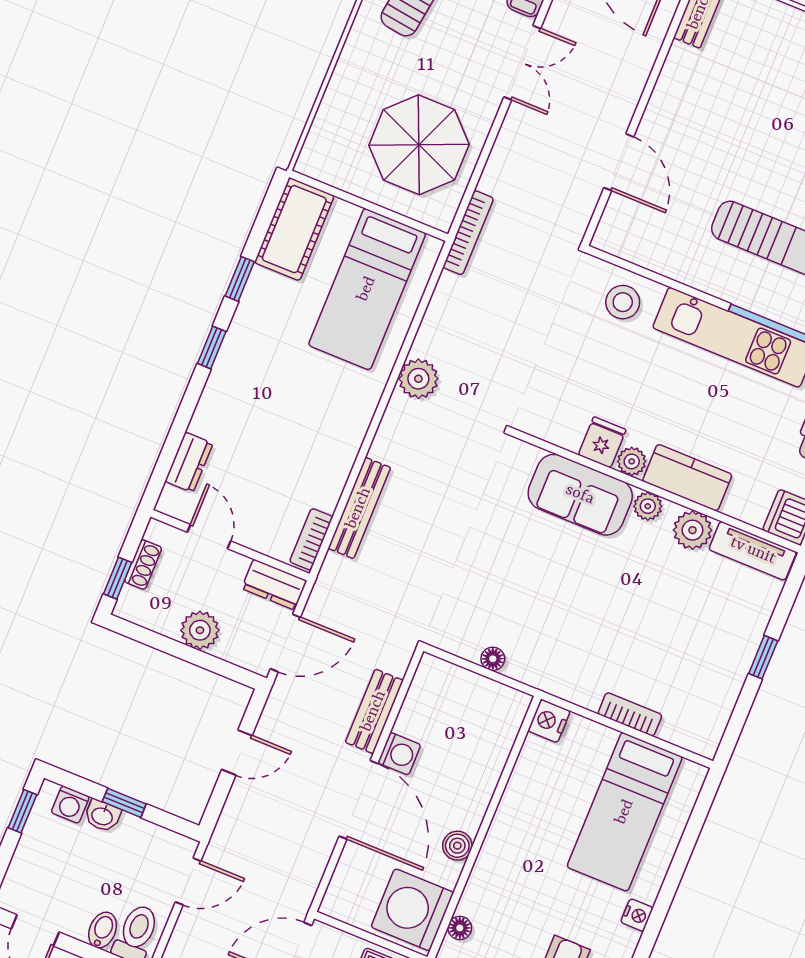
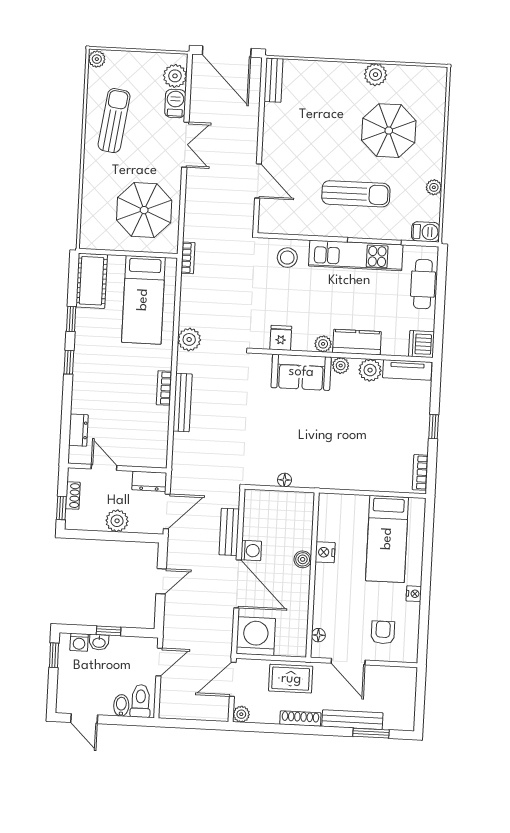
bookcase: (468, 233) -> (188, 258), width x0.64
fridge: (602, 442) -> (281, 338), moved
bench: (359, 508) -> (182, 402), moved
bookcase: (311, 539) -> (164, 388), moved
bookcase: (630, 714) -> (420, 472), moved, turned -90
nightstand: (549, 721) -> (325, 552), moved
boiler: (457, 846) -> (303, 559), moved
washing machine: (412, 910) -> (256, 636), moved, turned 90

